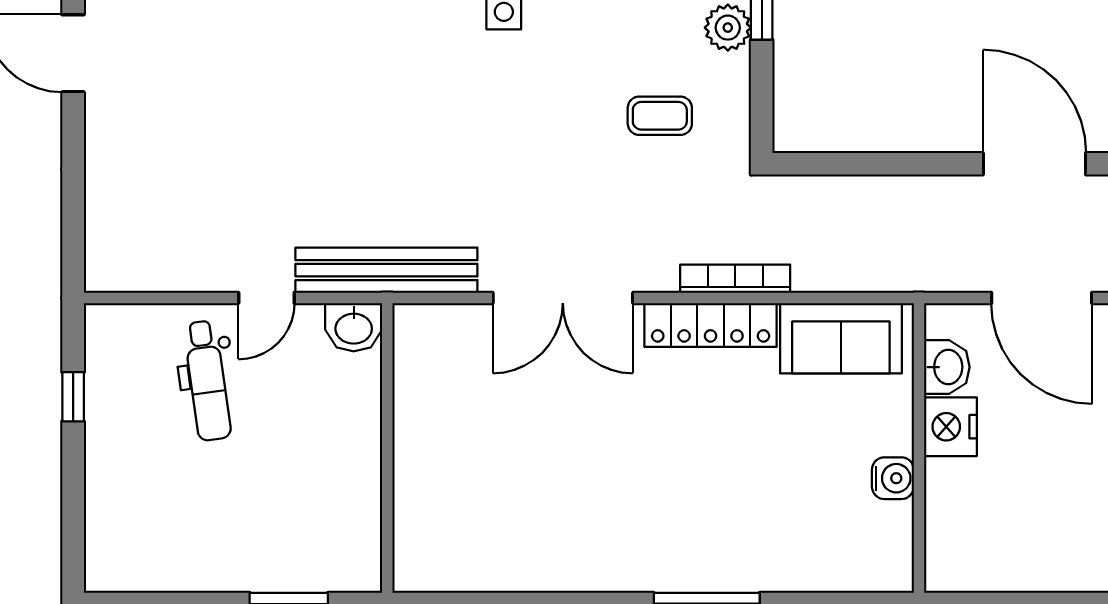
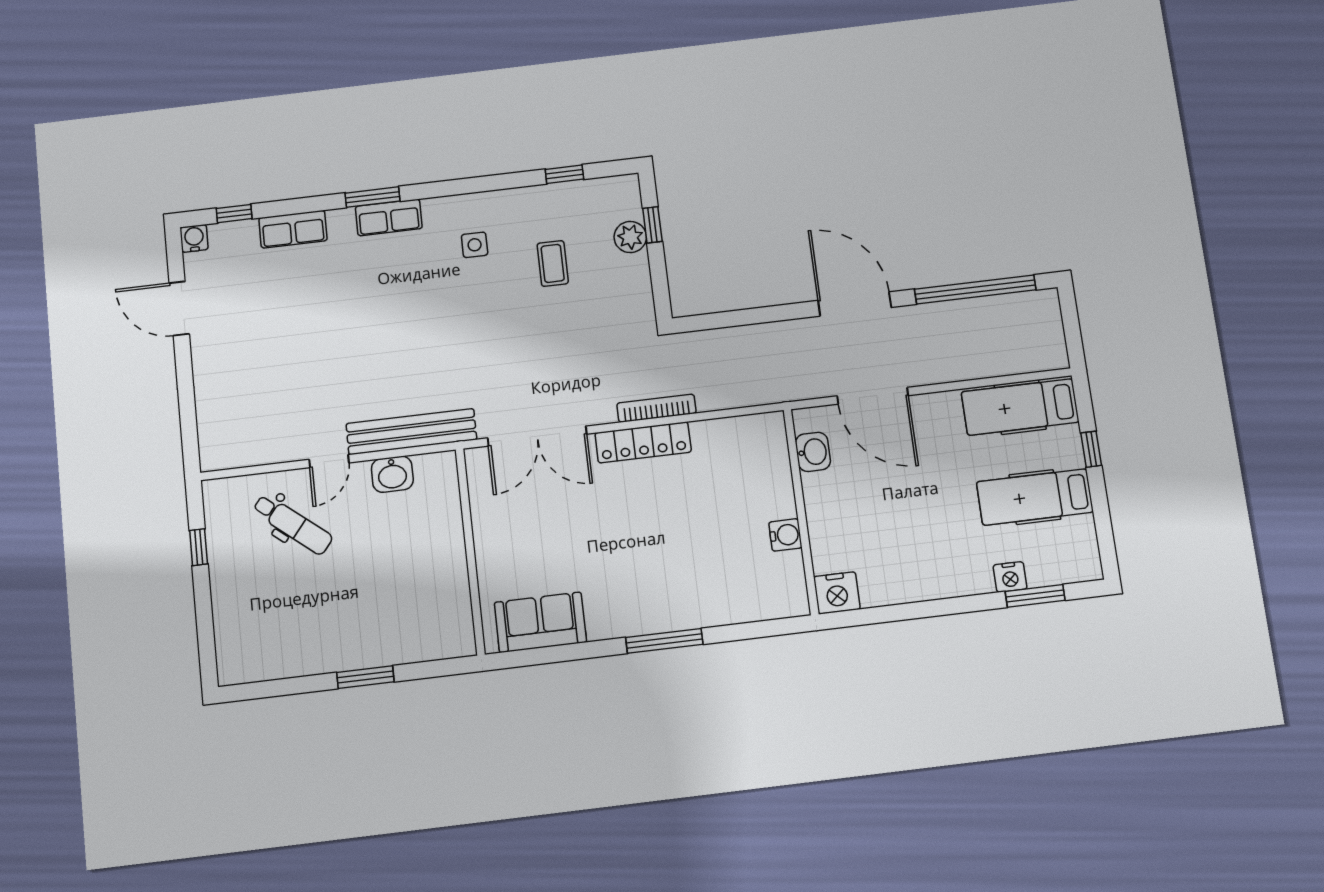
coffee table: (660, 116) -> (553, 263), moved, turned 90
sofa: (841, 338) -> (540, 622), moved, turned 180
dental chair: (207, 381) -> (293, 524), turned -43
nightstand: (950, 427) -> (837, 593), moved, turned -90
wall: (387, 448) -> (470, 551), moved

